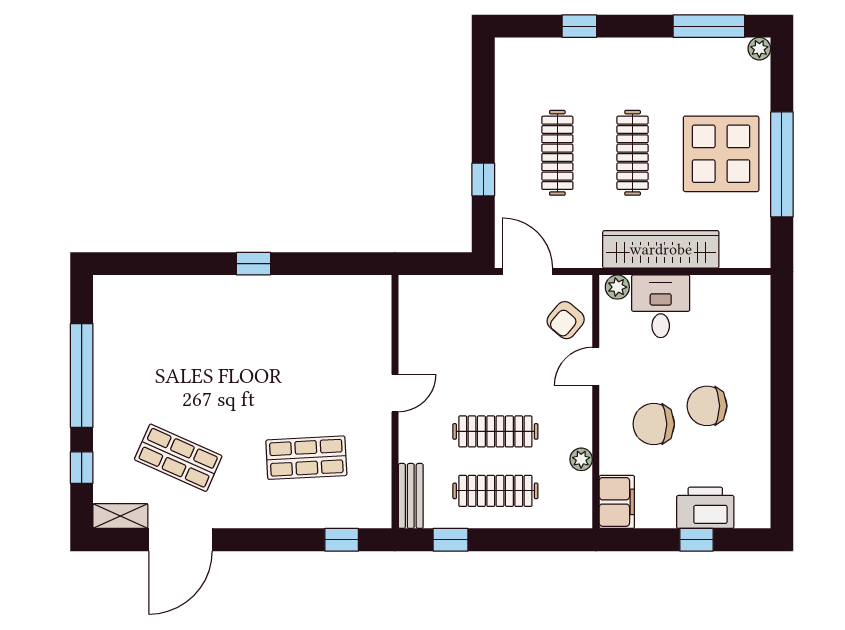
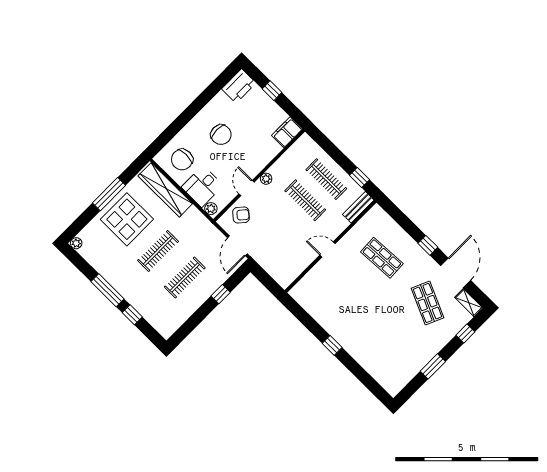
window: (709, 26) -> (107, 290), moved
window: (782, 164) -> (109, 194), width x0.68
wardrobe: (661, 249) -> (165, 190), moved
door: (596, 366) -> (247, 188), swing flipped
window: (82, 376) -> (433, 366), width x0.47
chair: (654, 424) -> (182, 160), moved, turned 90
plant: (581, 459) -> (266, 179), moved
printer: (705, 508) -> (239, 86), moved, turned -90
door: (181, 540) -> (456, 273), hinge flipped
window: (342, 540) -> (428, 245), moved

